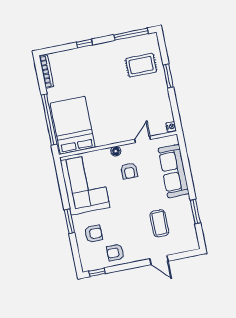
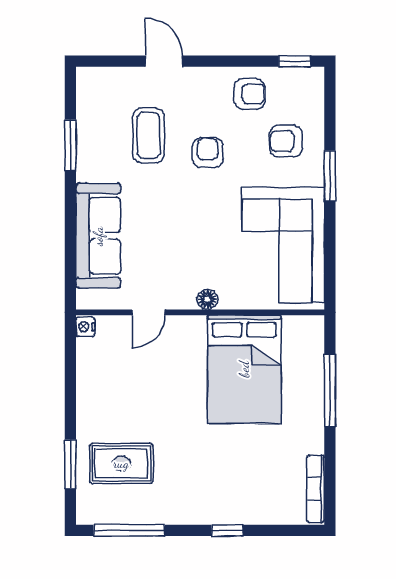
window: (168, 76) -> (70, 464), moved
window: (49, 120) -> (330, 390), width x0.68
bed: (73, 125) -> (244, 369), moved
armchair: (129, 171) -> (208, 153), moved

